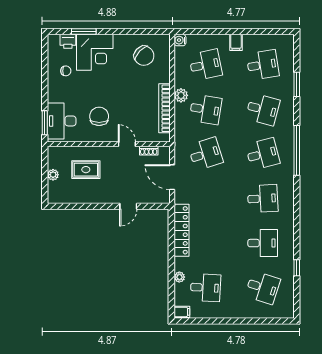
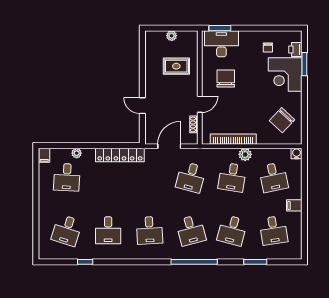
chair: (99, 116) -> (226, 78), turned -90
desk: (206, 154) -> (191, 177), turned 33
rug: (86, 170) -> (176, 66), turned 90

